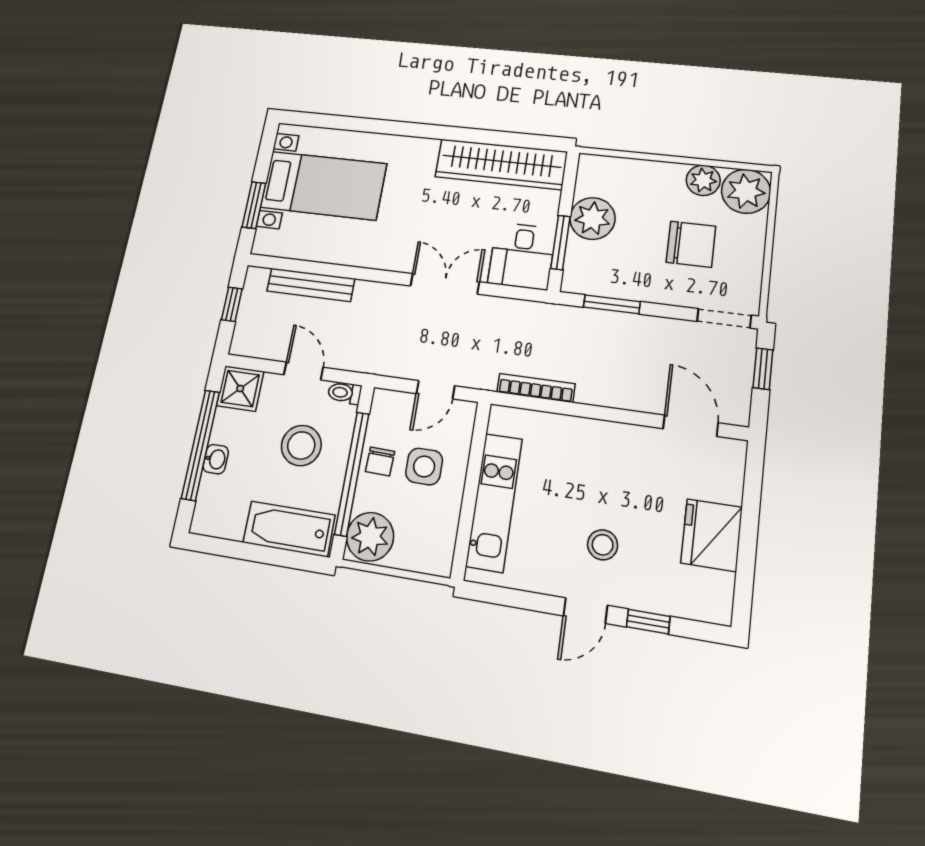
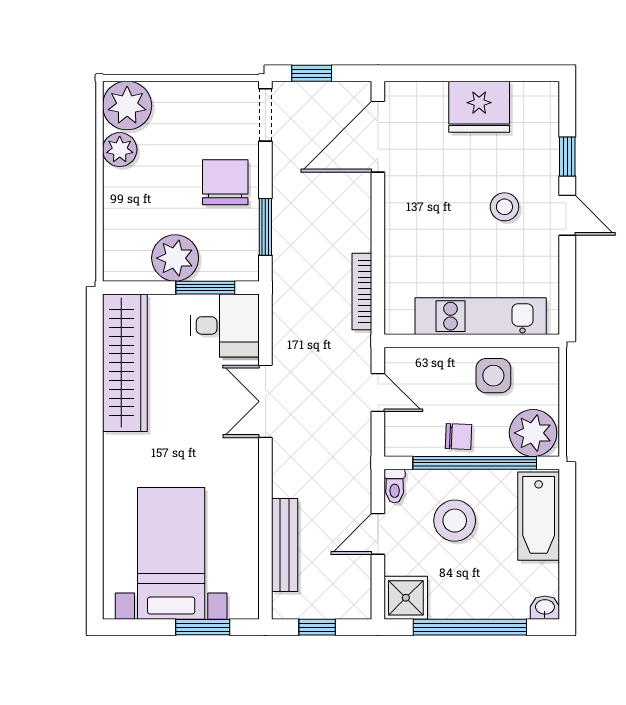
chair: (691, 244) -> (225, 182), moved
door: (691, 426) -> (378, 137), width x1.36
washbasin: (216, 459) -> (545, 608), moved
side table: (424, 466) -> (493, 376), moved

